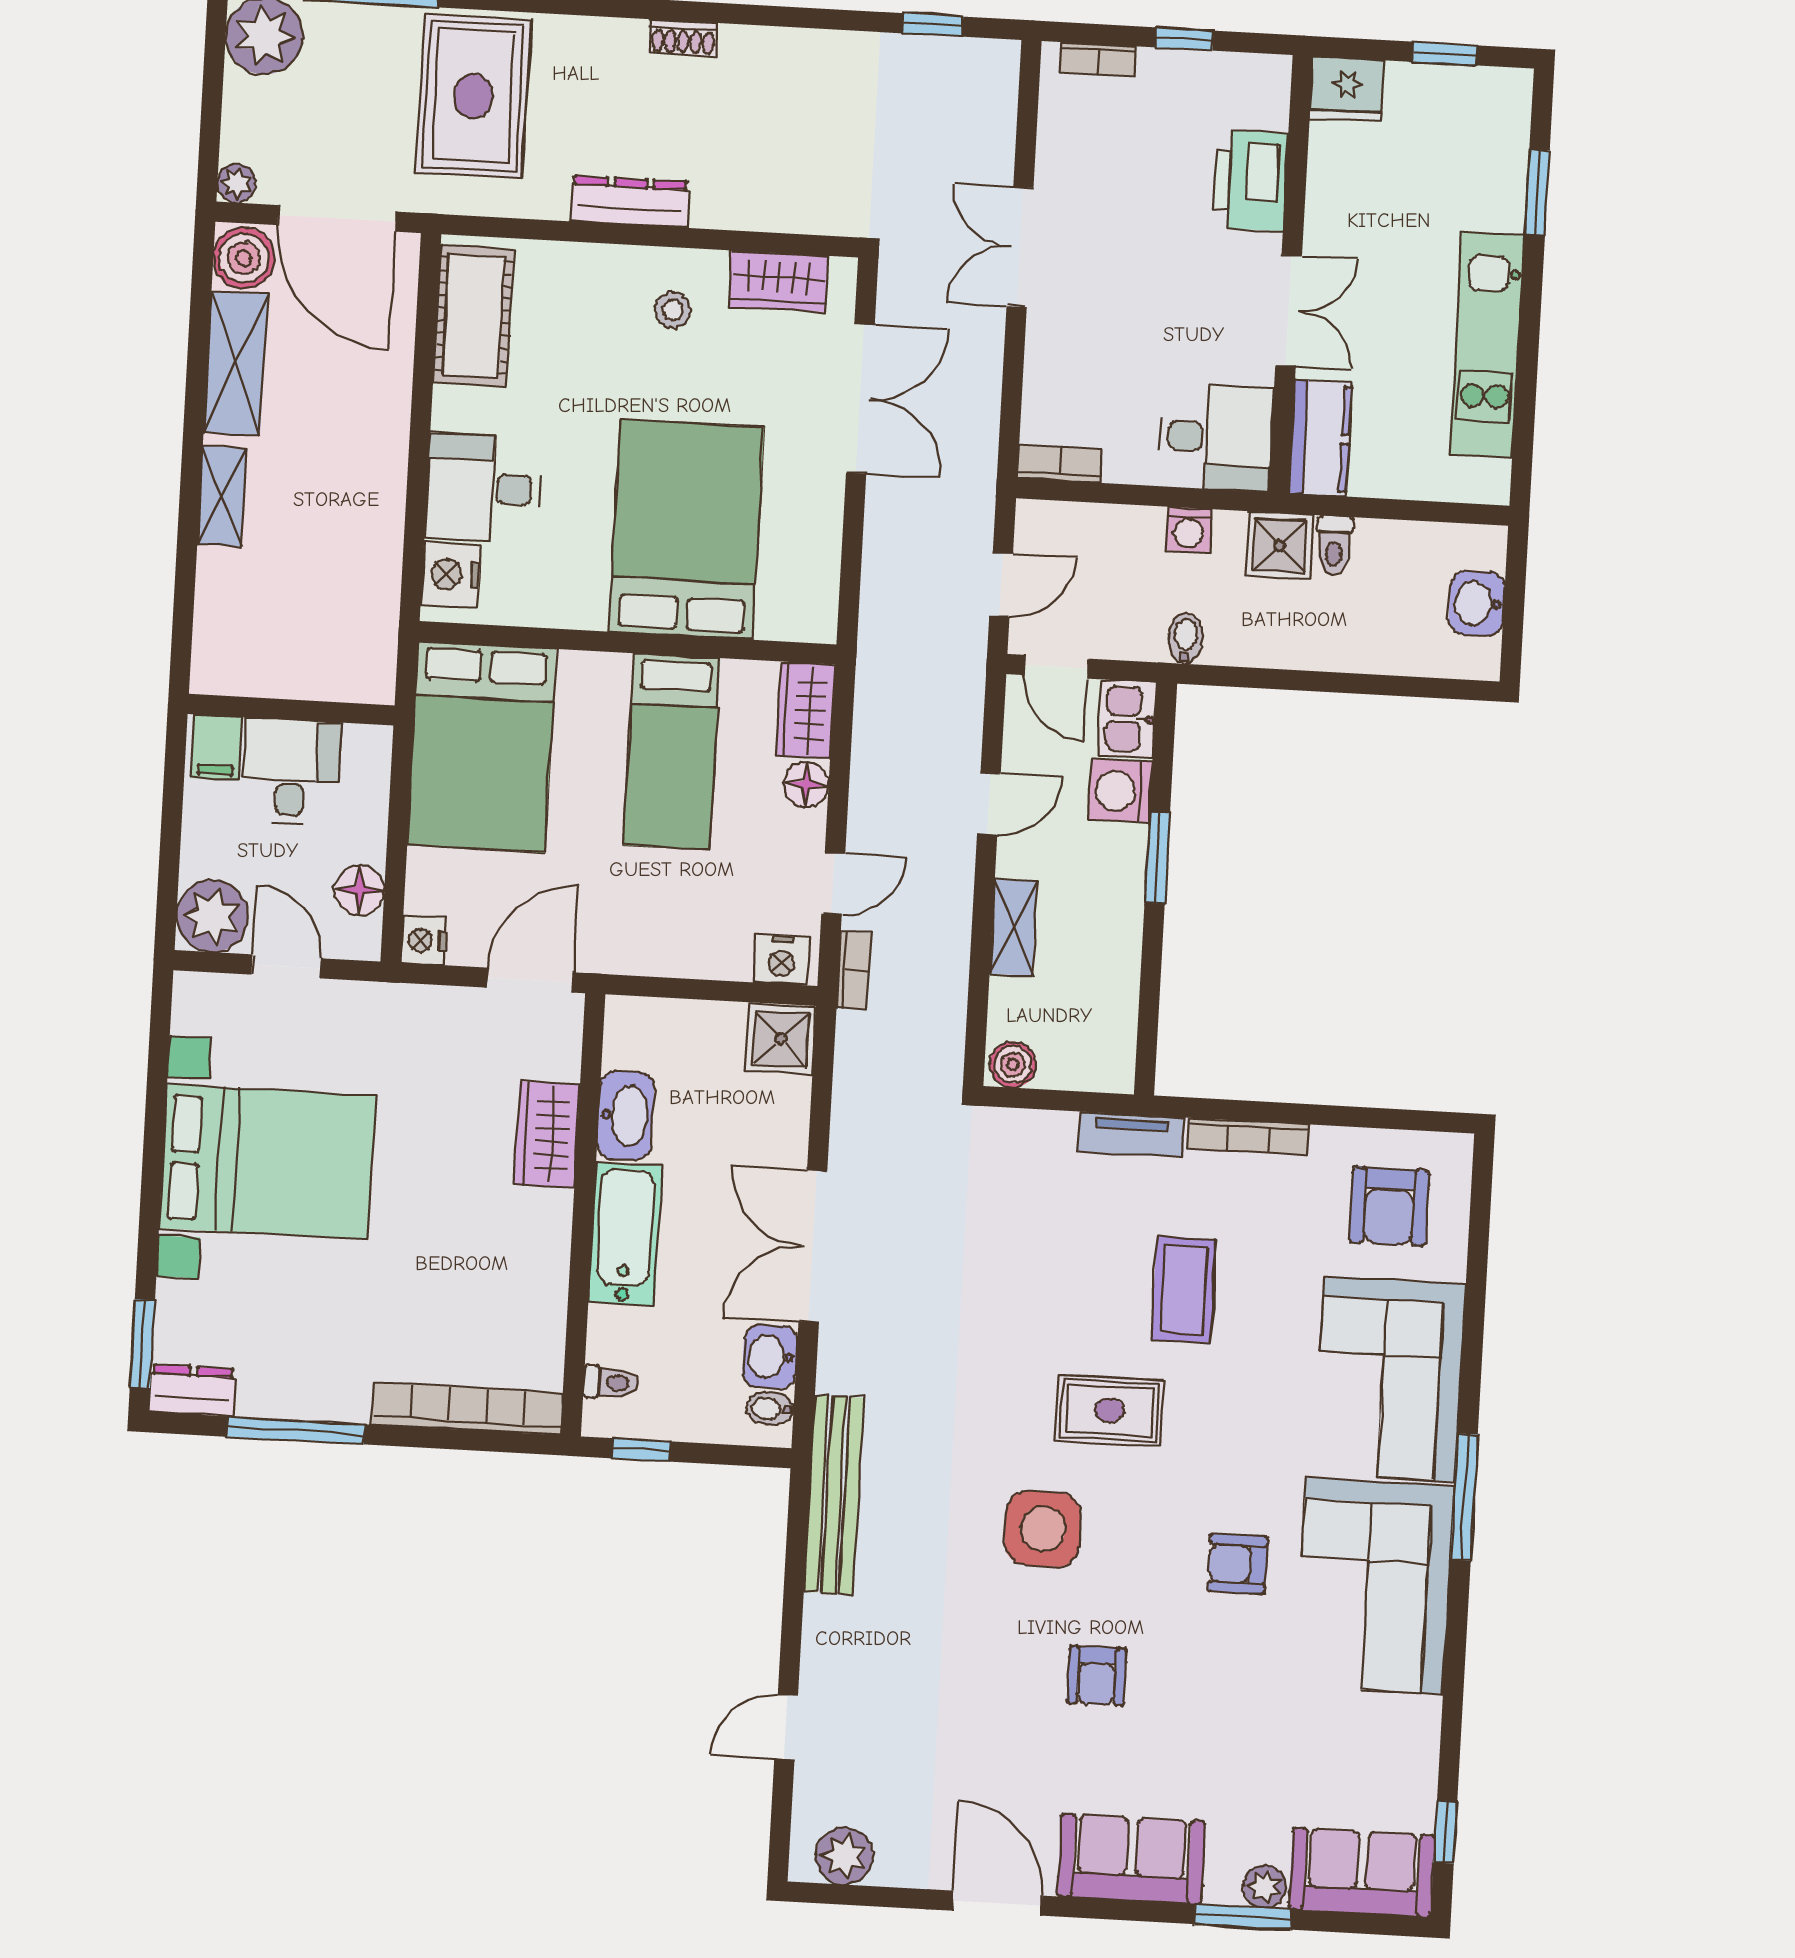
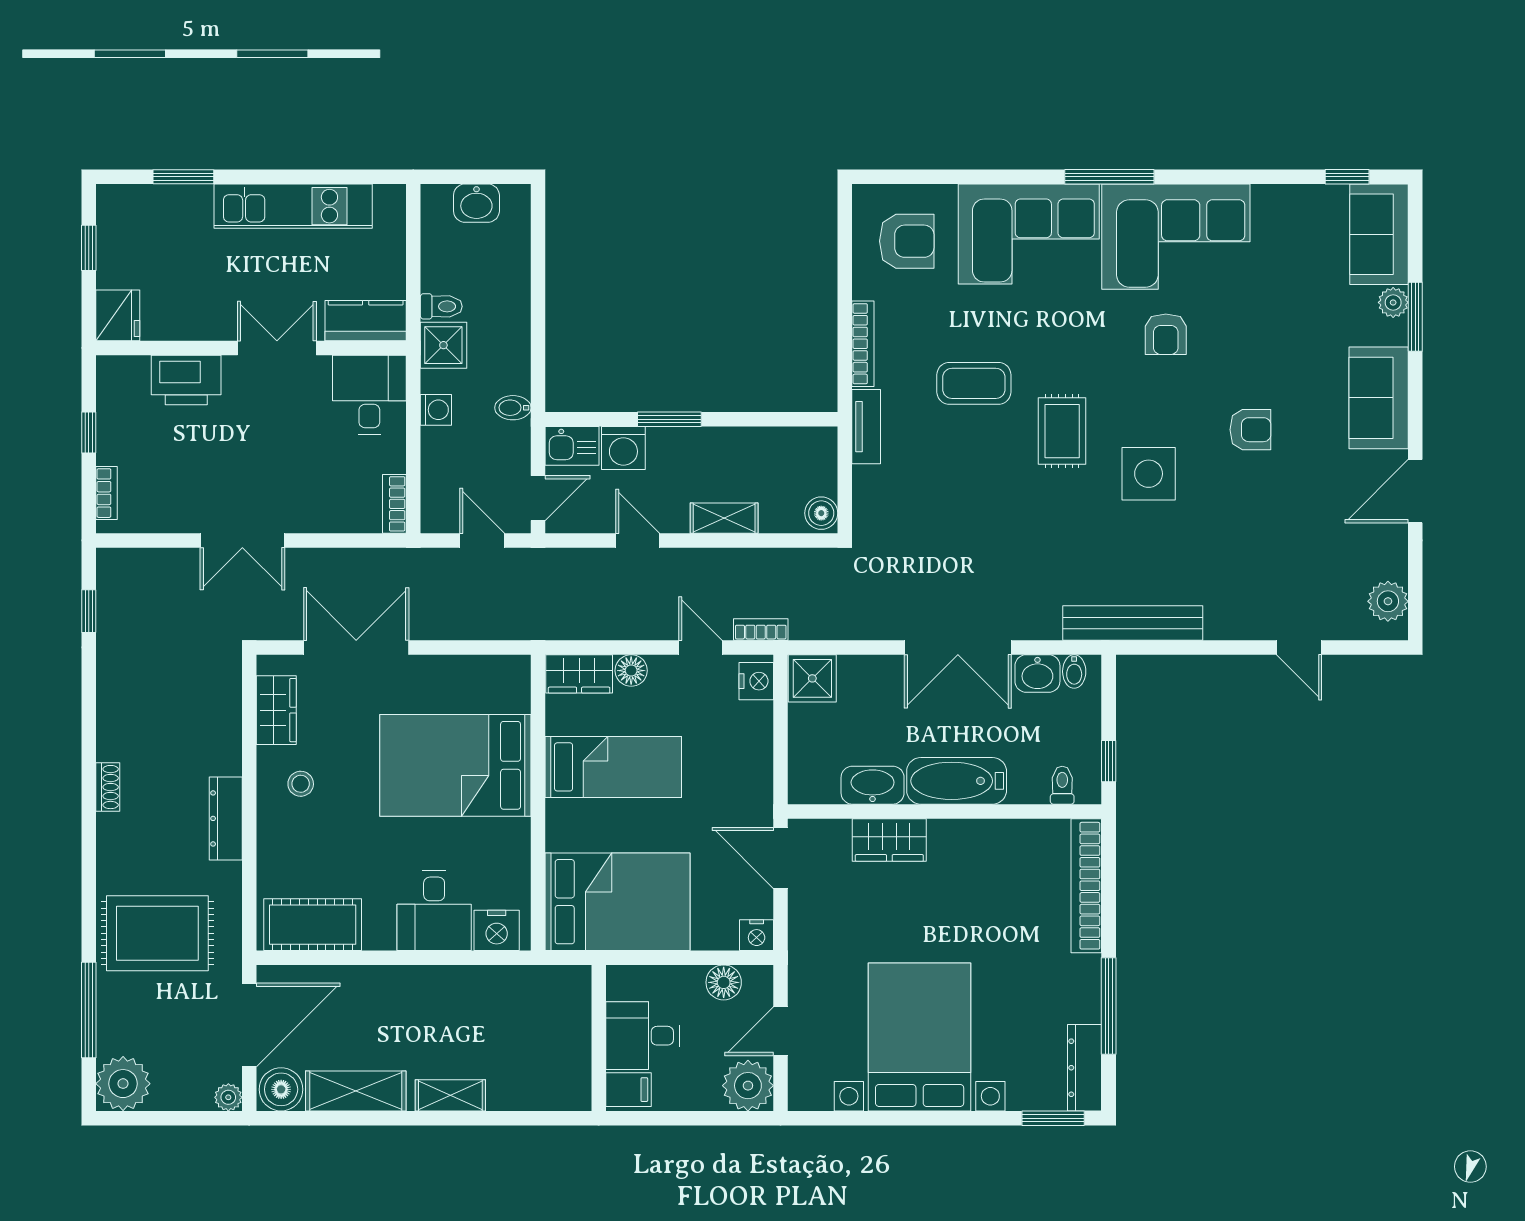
dresser: (192, 1391) -> (1085, 1068), width x1.44

